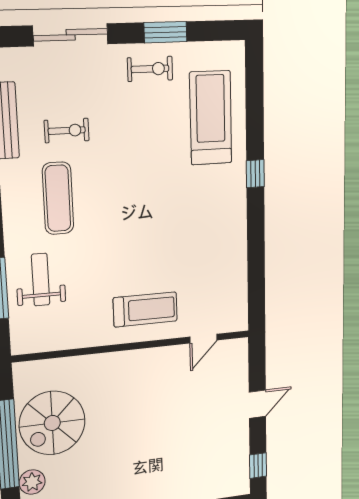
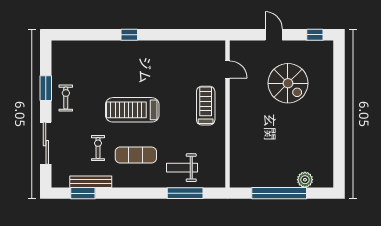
treadmill: (211, 118) -> (132, 110), moved
spiral stairs: (52, 423) -> (288, 83), moved

